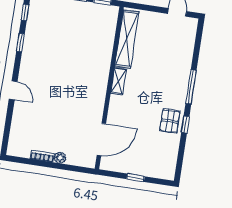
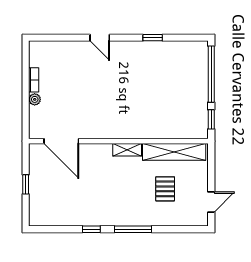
window: (25, 12) -> (186, 38), removed
door: (13, 90) -> (100, 38), hinge flipped
pallet: (170, 121) -> (165, 189), moved, turned 90

